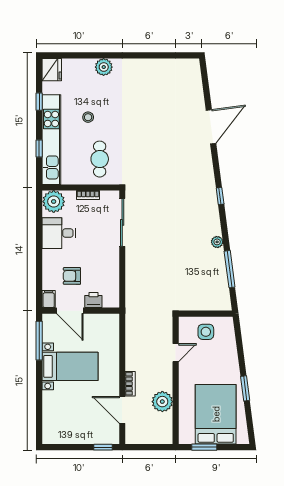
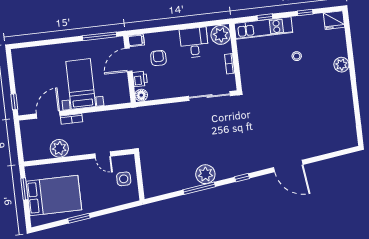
door: (211, 127) -> (288, 166), moved
kitchen unit: (51, 140) -> (263, 28), width x0.73
cafe table: (100, 159) -> (262, 70), removed
plant: (217, 242) -> (205, 174), width x1.87, depth x1.87
window: (230, 269) -> (199, 188), moved
floor lamp: (112, 301) -> (141, 95), added
bed with nightstands: (70, 366) -> (81, 84), moved, turned 180

